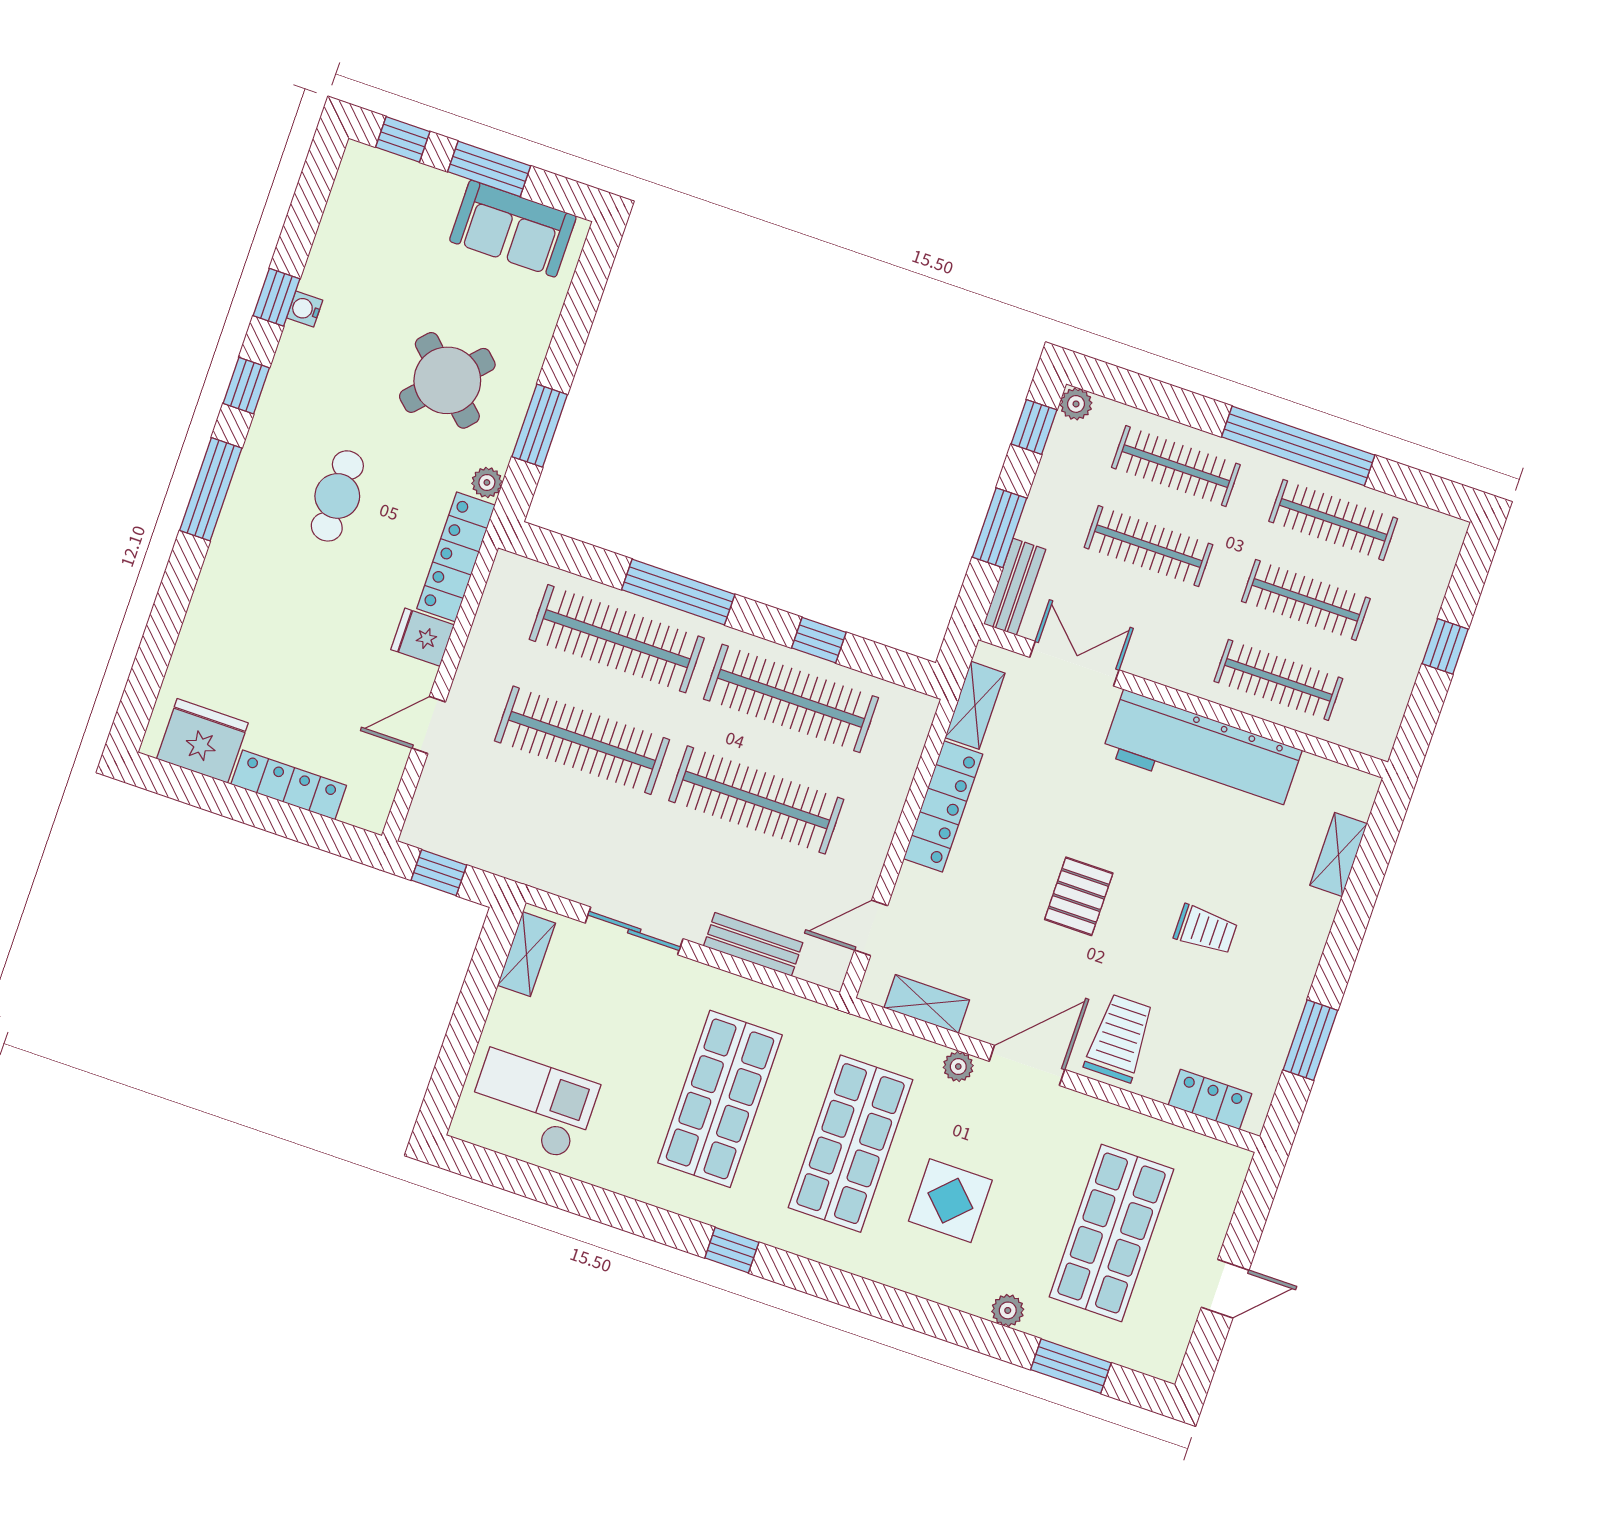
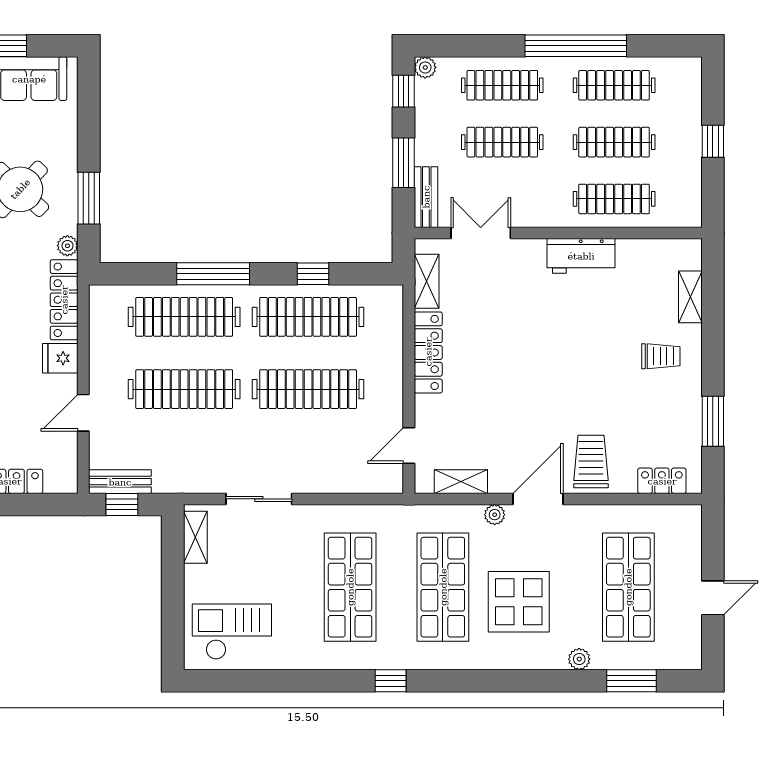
workbench: (1202, 752) -> (581, 256), width x0.53, depth x0.76
pallet: (1079, 896) -> (534, 380), removed
trolley: (1205, 930) -> (661, 356), moved
bench: (753, 944) -> (120, 482), moved
display table: (950, 1201) -> (519, 602), width x1.36, depth x1.36

